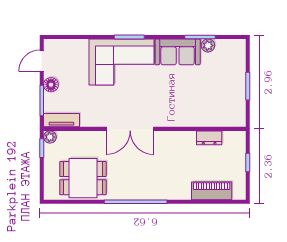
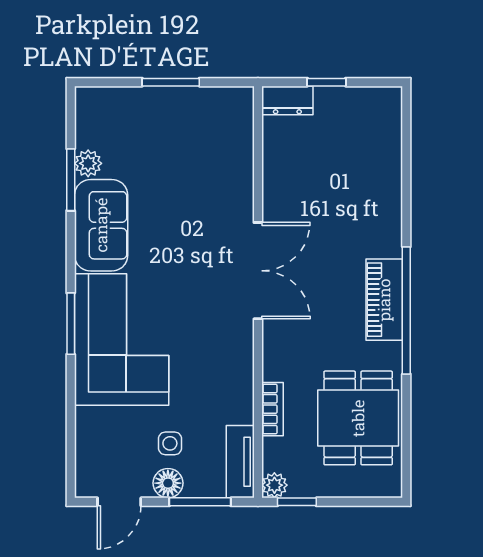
door: (42, 61) -> (119, 502), hinge flipped
side table: (70, 86) -> (170, 443), added
double door: (130, 129) -> (258, 271), moved
bookcase: (87, 136) -> (273, 409), added
dresser: (209, 138) -> (287, 100), moved, turned 90
piano: (212, 191) -> (384, 300), moved

